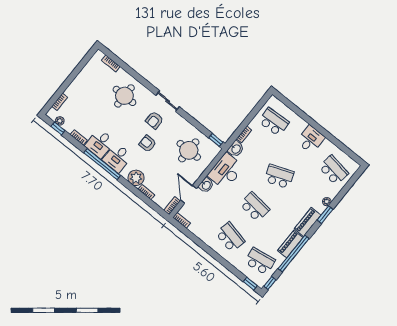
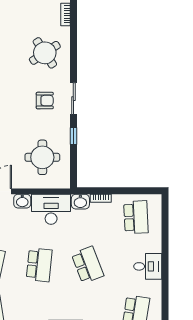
round table: (124, 96) -> (45, 53), turned -33
armchair: (154, 120) -> (45, 101), turned 180
window: (216, 140) -> (73, 136), moved
armchair: (148, 144) -> (17, 112), removed

